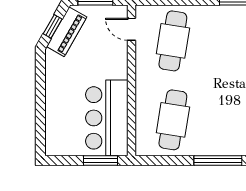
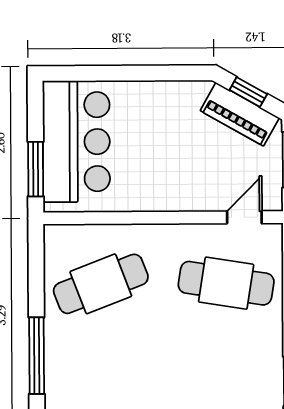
bar counter: (107, 118) -> (76, 142), moved, turned 90
cafe table: (173, 120) -> (101, 284), turned -30

